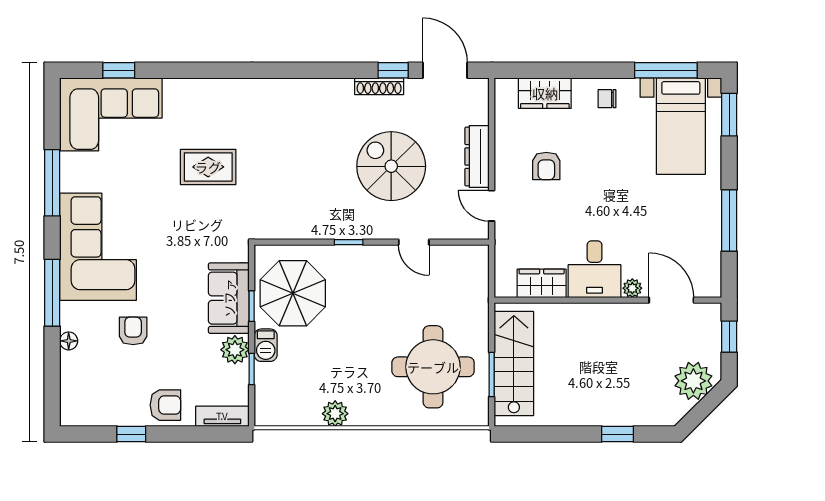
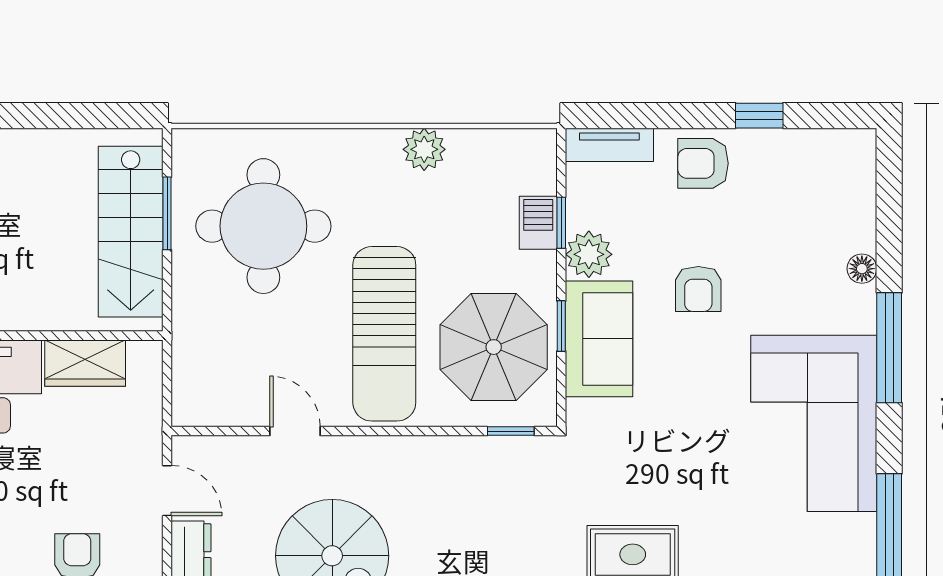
window: (349, 242) -> (511, 431), moved
sun lounger: (359, 301) -> (384, 334), added
armchair: (133, 331) -> (698, 289), moved
barbecue: (266, 345) -> (538, 223), moved

